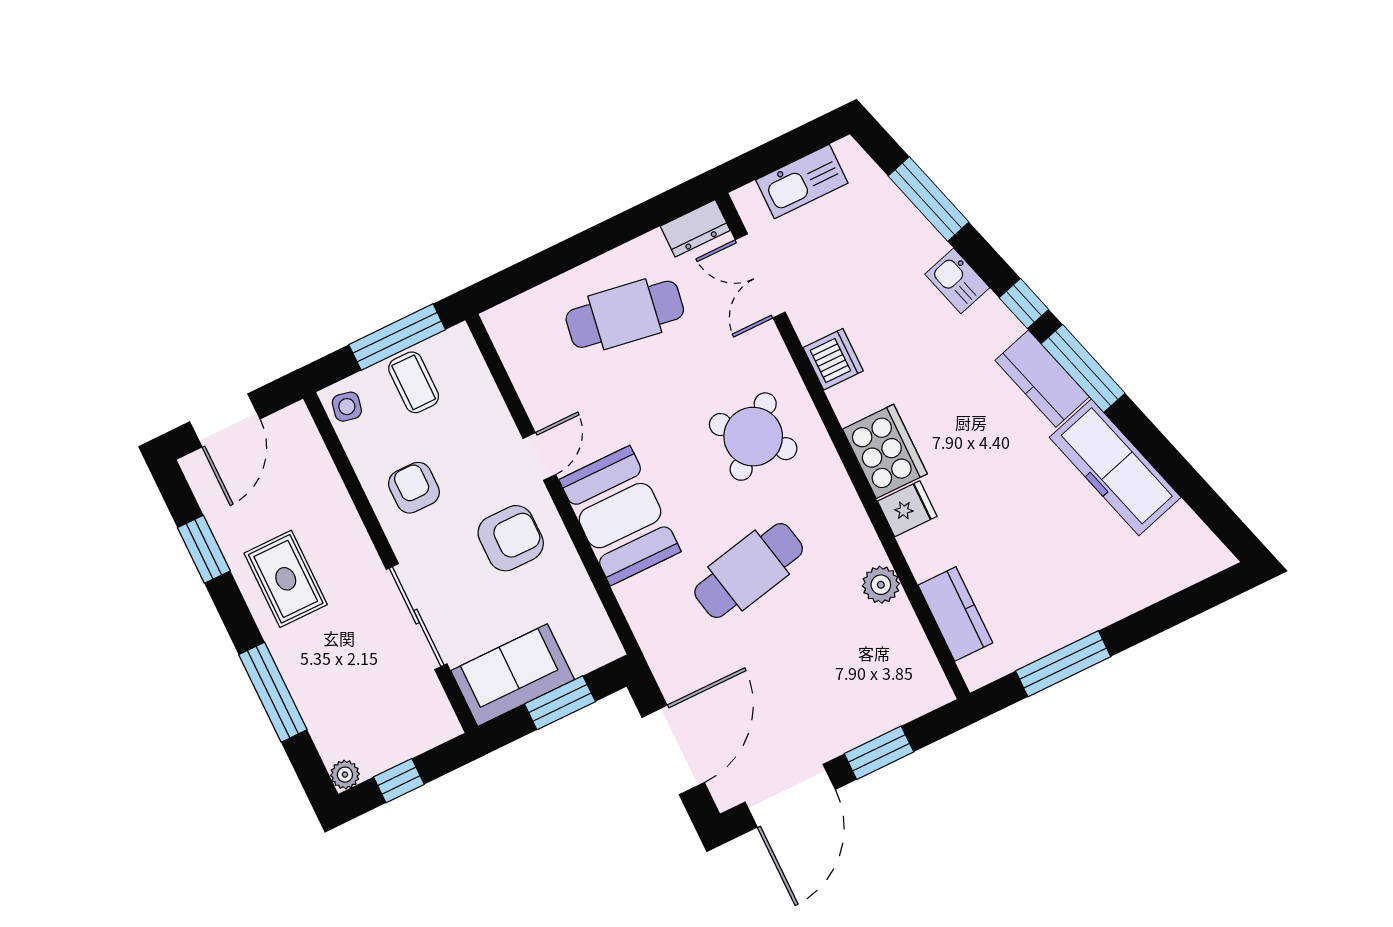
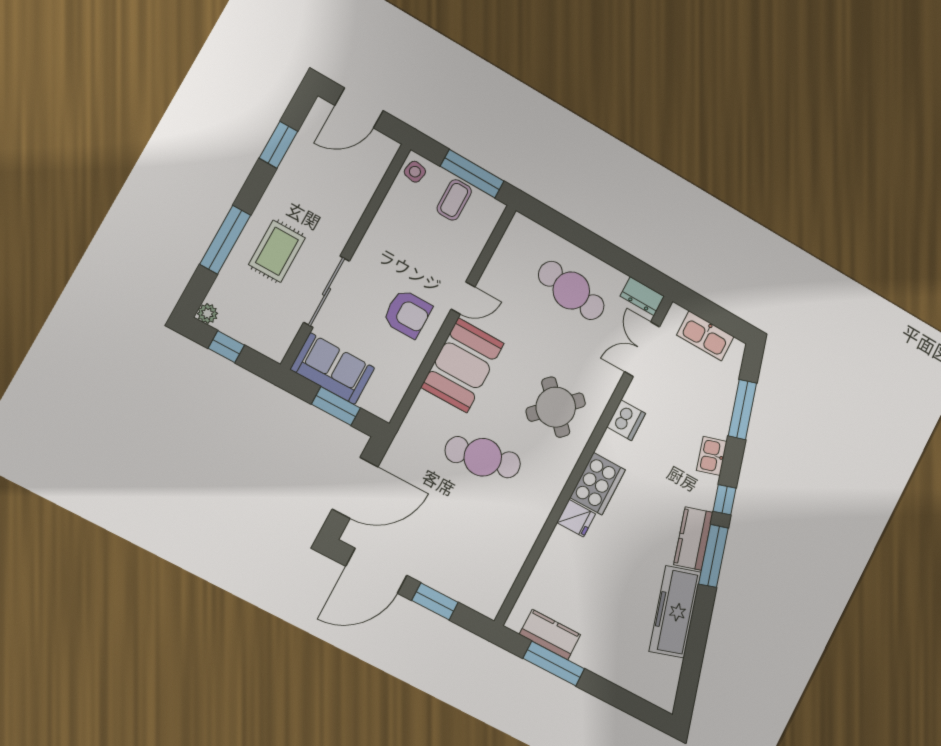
armchair: (414, 488) -> (397, 240), removed
rug: (286, 579) -> (277, 251), moved
plant: (881, 585) -> (526, 534), removed
kitchen counter: (955, 614) -> (550, 634), moved, turned -90

